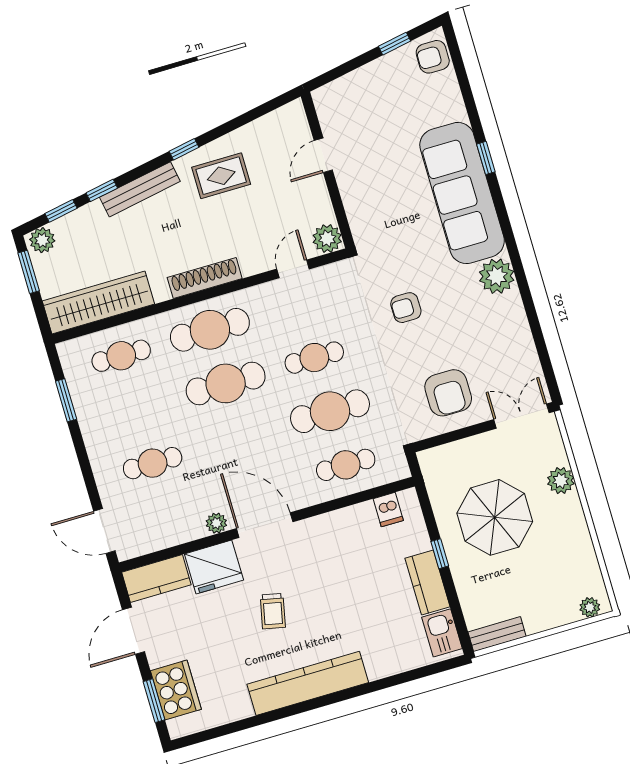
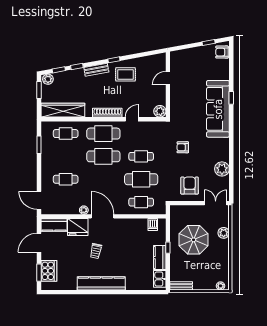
bench: (140, 189) -> (96, 70), width x0.73
door: (293, 269) -> (132, 119), moved
plant: (497, 276) -> (222, 169), moved
armchair: (448, 393) -> (190, 186), turned 180

